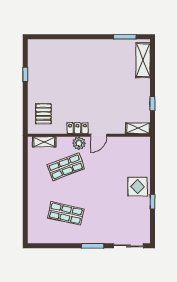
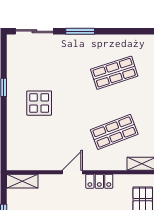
plant: (79, 143) -> (97, 162), removed
display table: (138, 187) -> (39, 103), moved
shop shelf: (66, 213) -> (114, 73), turned -30

